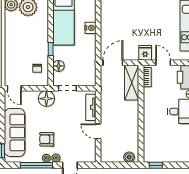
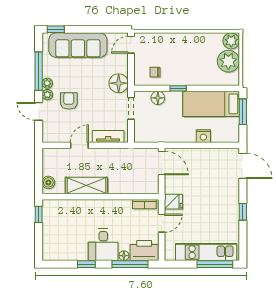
shelving: (132, 83) -> (86, 186), moved
armchair: (47, 139) -> (69, 101), moved

